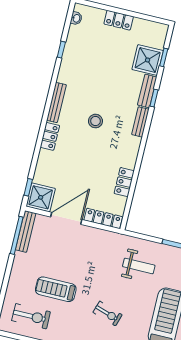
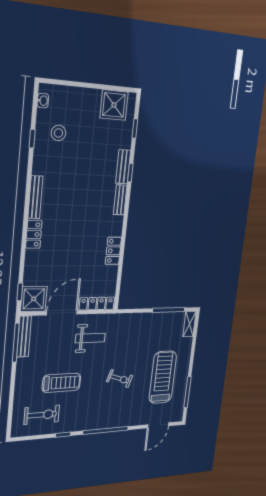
locker: (119, 20) -> (87, 96), removed
shower: (148, 60) -> (114, 105), moved
stool: (95, 121) -> (58, 133), moved
locker: (124, 182) -> (113, 251), moved
weight bench: (139, 266) -> (90, 338), moved
treadmill: (56, 289) -> (61, 383), turned 180
exercise bike: (108, 314) -> (120, 379), moved

